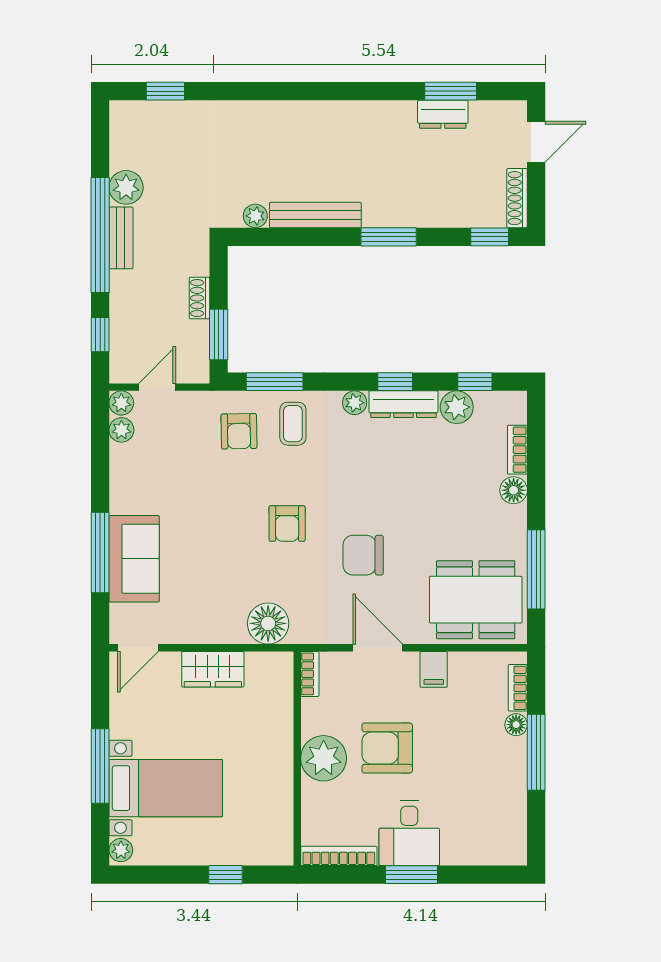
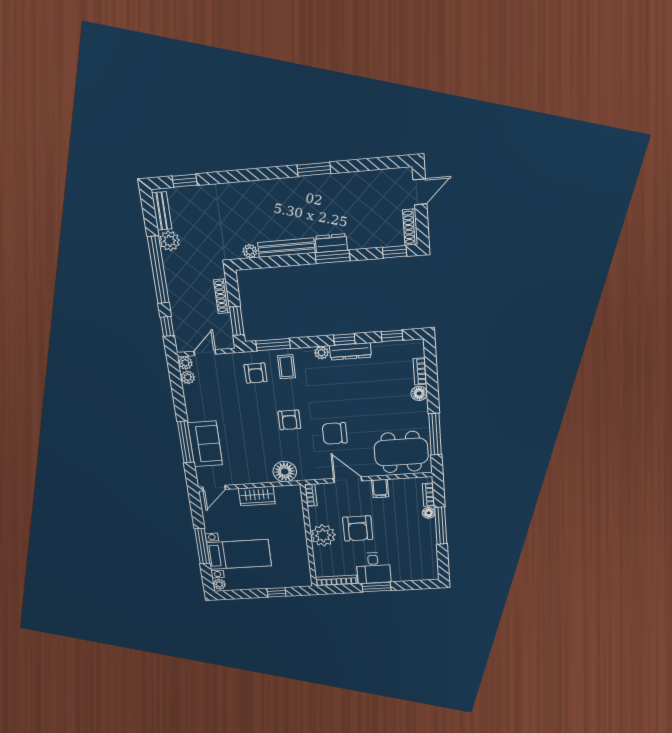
window: (451, 91) -> (314, 169), moved
dresser: (443, 114) -> (331, 243), moved, turned 180
bench: (121, 238) -> (162, 211), moved
shoe rack: (200, 298) -> (222, 296), width x1.43
plant: (457, 407) -> (382, 351), removed
armchair: (387, 748) -> (358, 528), turned -90

